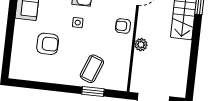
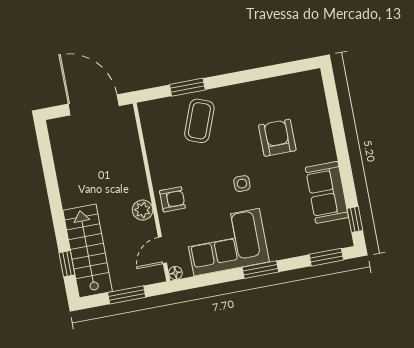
armchair: (48, 44) -> (277, 138), turned 90
plant: (141, 45) -> (143, 210), moved

